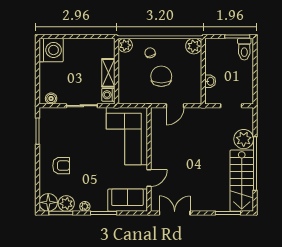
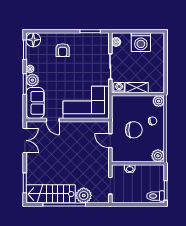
washing machine: (51, 50) -> (141, 42), moved
plant: (66, 204) -> (32, 80), moved

